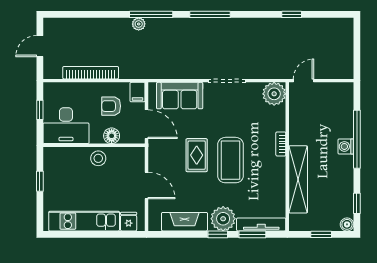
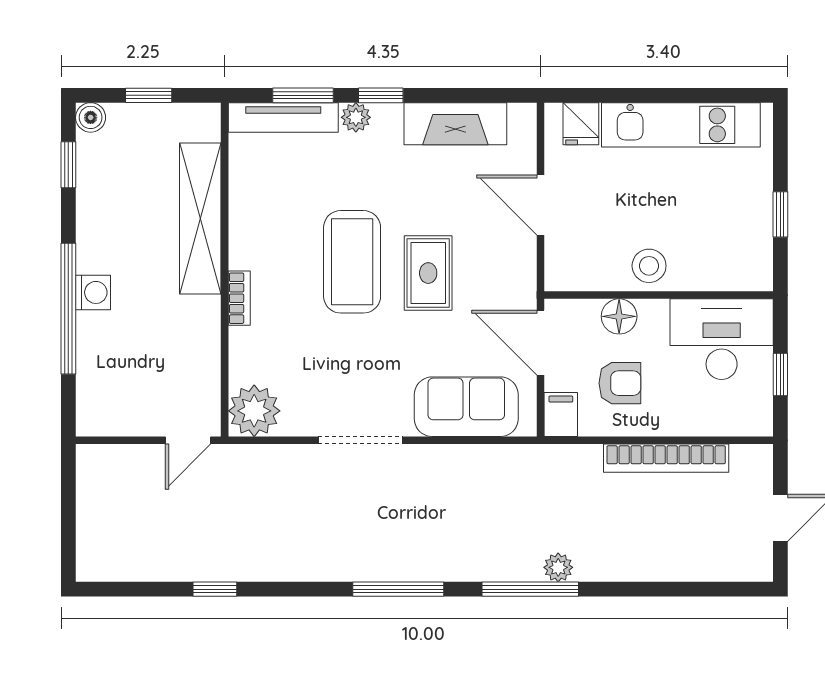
plant: (223, 219) -> (356, 117), width x0.53, depth x0.53

